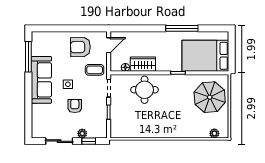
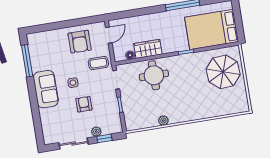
armchair: (80, 47) -> (80, 42), turned -89
sofa: (41, 80) -> (46, 89), width x0.73
plant: (214, 133) -> (163, 121), moved

